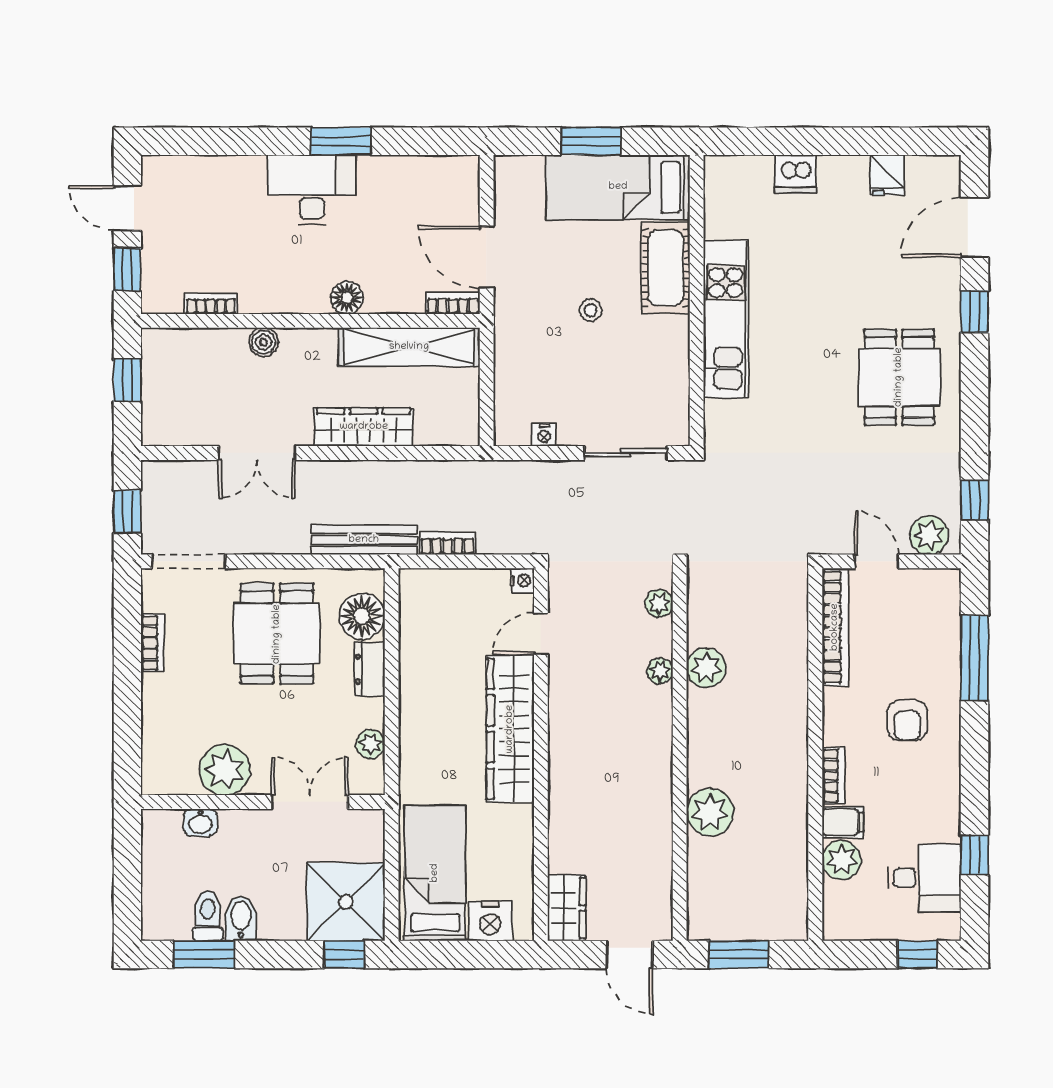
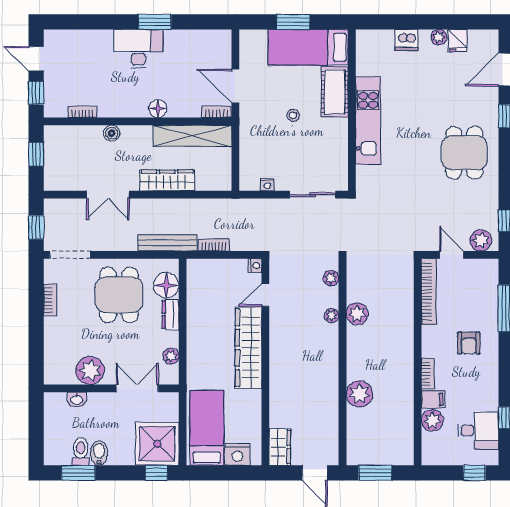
plant: (853, 169) -> (439, 37), added

